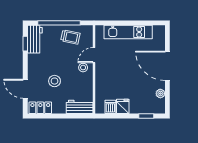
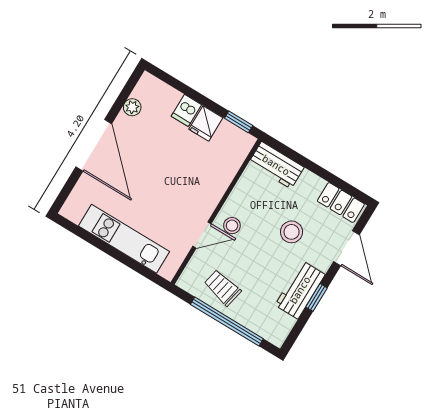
workbench: (35, 39) -> (300, 290), moved
window: (25, 44) -> (316, 297), moved
dishwasher: (110, 107) -> (186, 110), moved
window: (146, 116) -> (239, 122), moved

